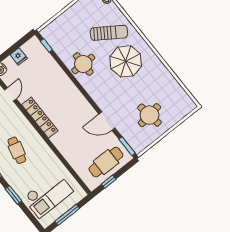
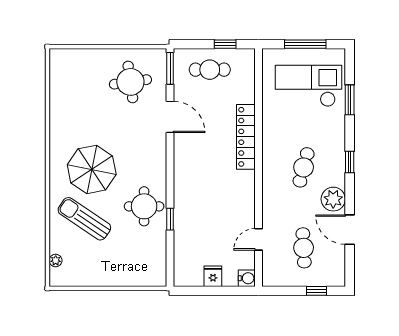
window: (46, 46) -> (170, 219), moved
round table: (149, 115) -> (130, 82), moved
locker: (40, 118) -> (246, 137), moved
cafe table: (106, 162) -> (210, 70), width x0.73, depth x0.74
window: (13, 195) -> (350, 100), moved

